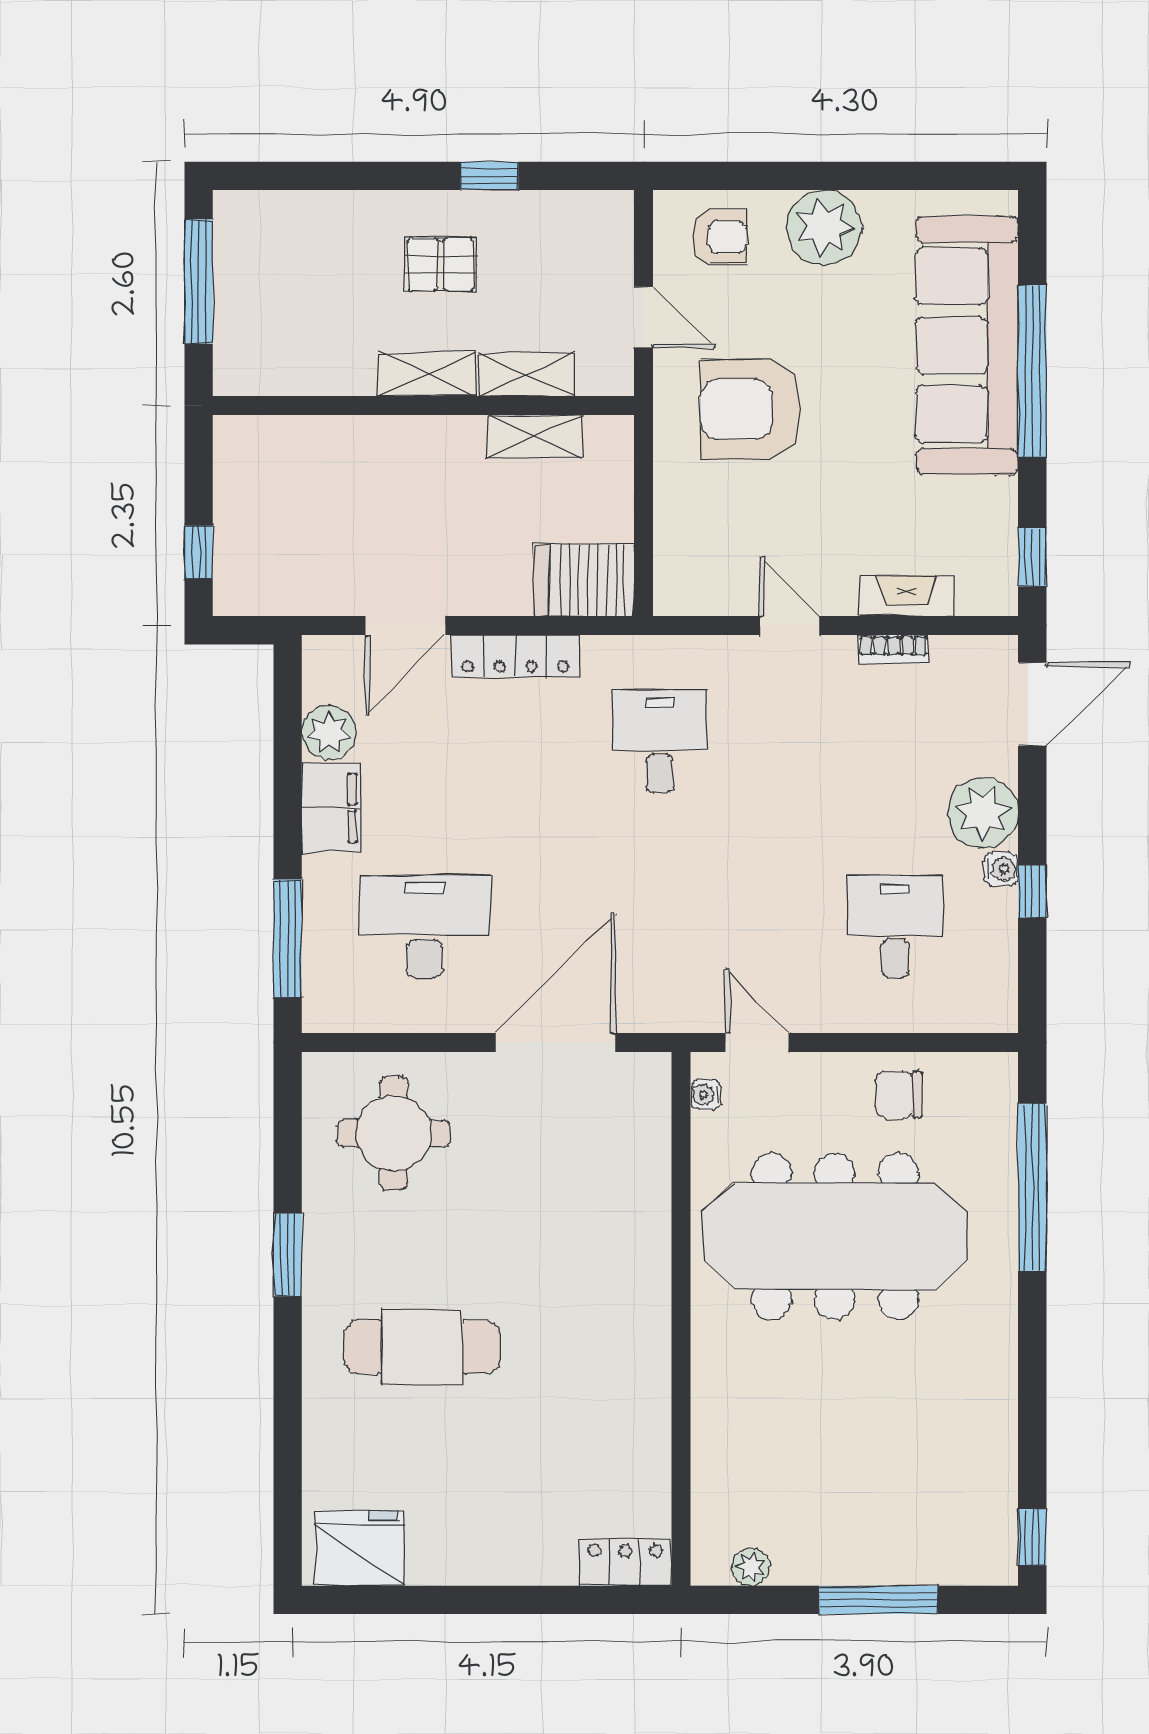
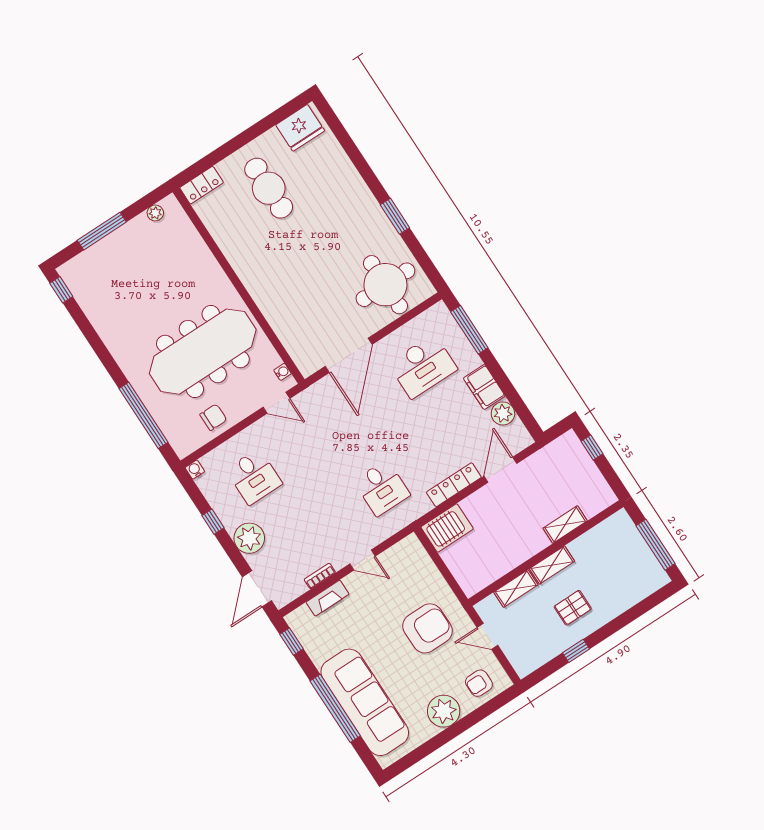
shelving: (534, 436) -> (565, 525), moved
water cooler: (1001, 869) -> (195, 470), moved, turned 90
round table: (394, 1133) -> (385, 285), width x1.36, depth x1.36
cafe table: (422, 1347) -> (269, 188), moved, turned 90

